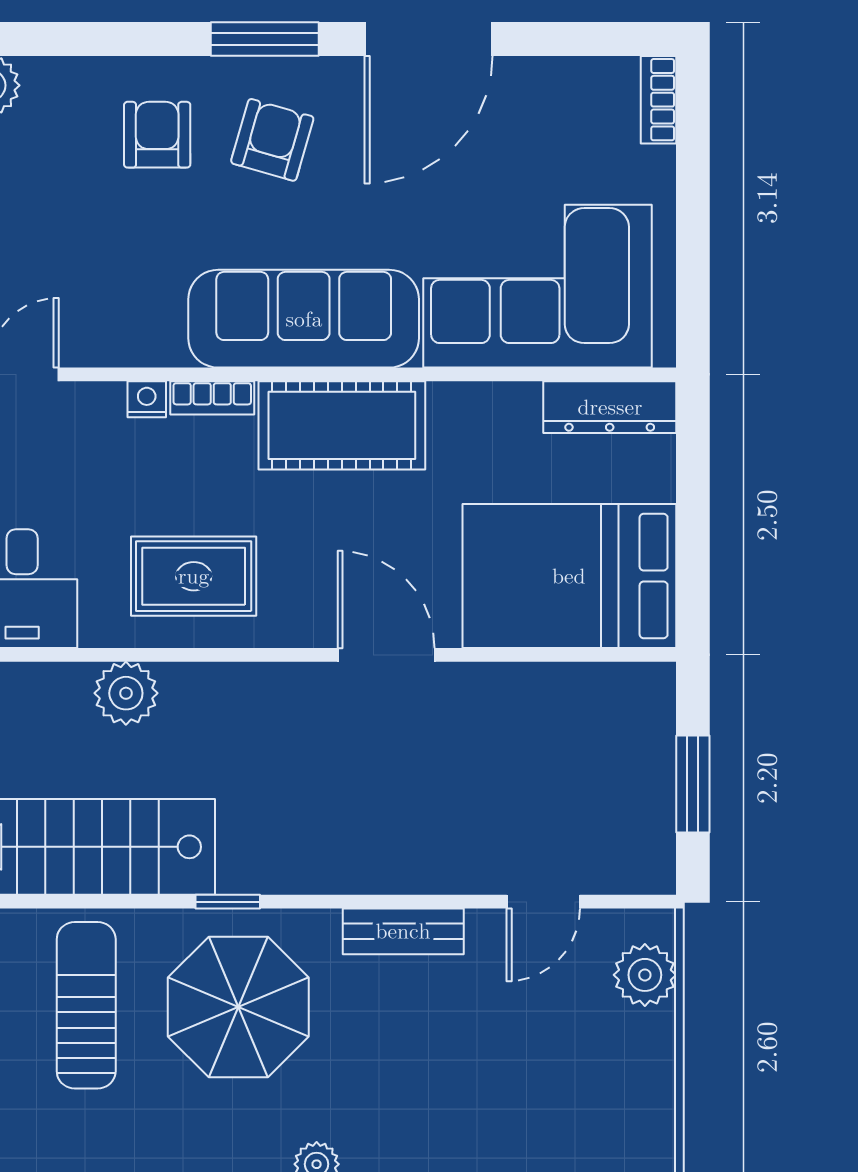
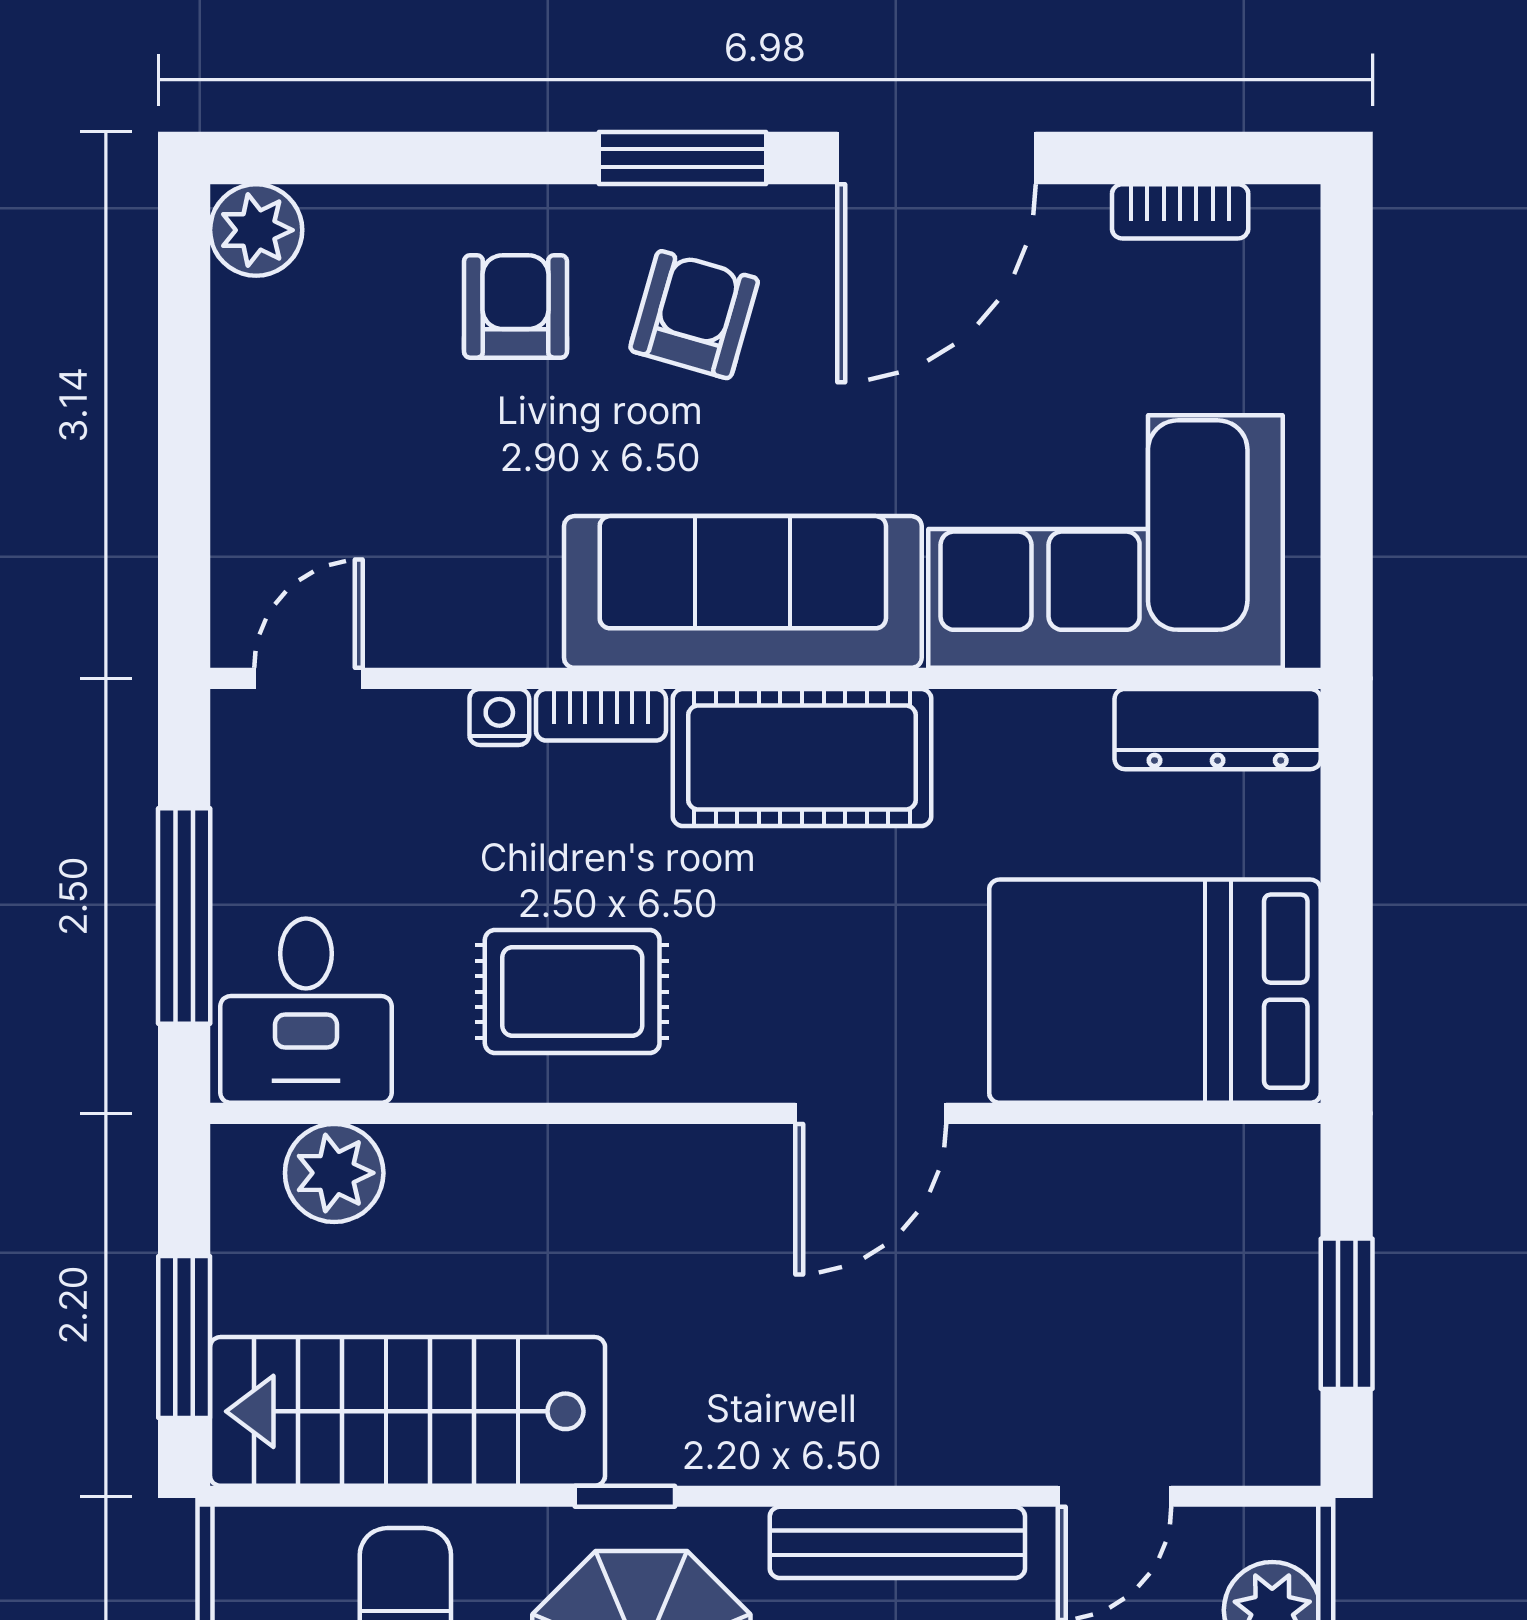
bookcase: (658, 100) -> (1180, 211), moved, turned -90
door: (386, 655) -> (871, 1113), swing flipped
plant: (126, 693) -> (334, 1173), moved
bench: (403, 931) -> (897, 1542), width x1.36

